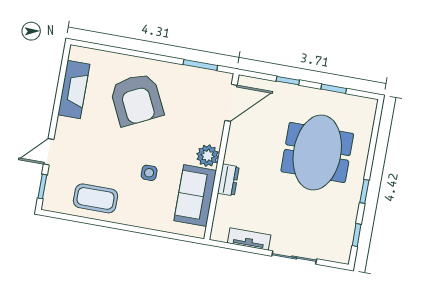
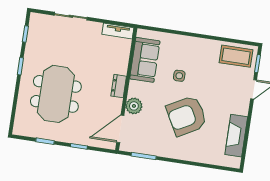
armchair: (137, 99) -> (187, 116), moved, turned -93
plant: (208, 156) -> (134, 106), moved
dresser: (228, 180) -> (119, 86), moved
coffee table: (96, 198) -> (236, 56), moved
tv unit: (249, 239) -> (118, 31), moved

